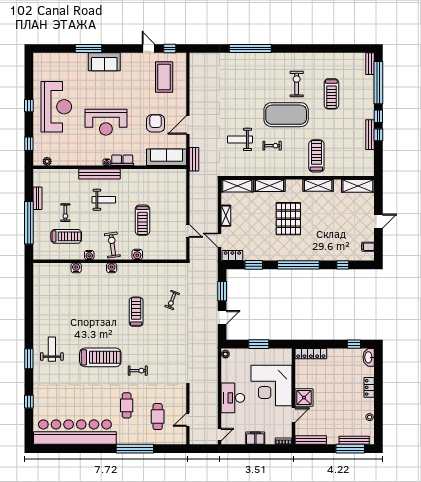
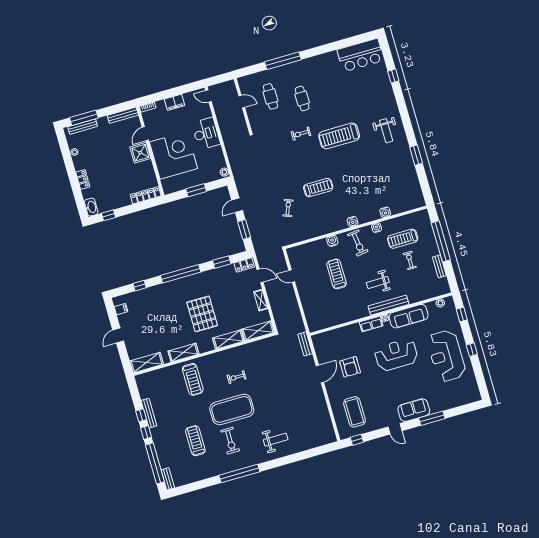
door: (149, 48) -> (395, 429), moved
window: (250, 48) -> (239, 473), moved
weight bench: (240, 139) -> (276, 440), moved
sofa: (166, 157) -> (409, 316), moved
treadmill: (136, 312) -> (318, 188), turned -90
window: (29, 359) -> (416, 155), moved
door: (188, 420) -> (242, 102), hinge flipped
bar counter: (75, 432) -> (360, 55), width x0.54
door: (220, 435) -> (208, 96), hinge flipped

